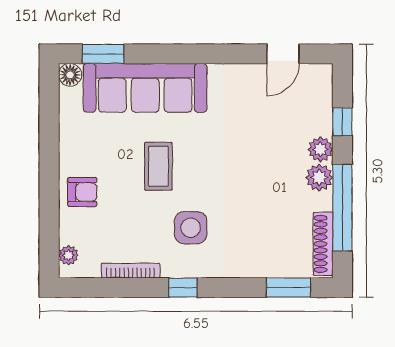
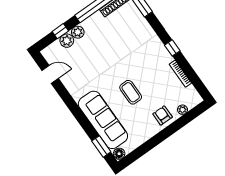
coffee table: (158, 166) -> (131, 92), turned 90
plant: (319, 177) -> (67, 41), moved
side table: (191, 228) -> (146, 62), removed
plant: (68, 255) -> (182, 110), moved

